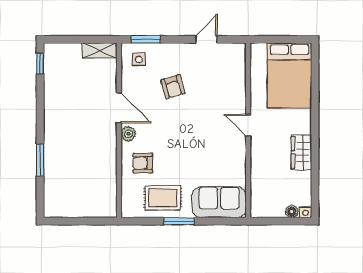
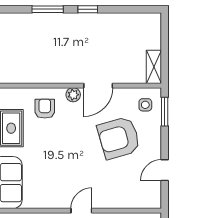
door: (206, 39) -> (165, 170), swing flipped
window: (40, 64) -> (88, 9), moved
armchair: (173, 87) -> (119, 138), width x1.88, depth x1.88

